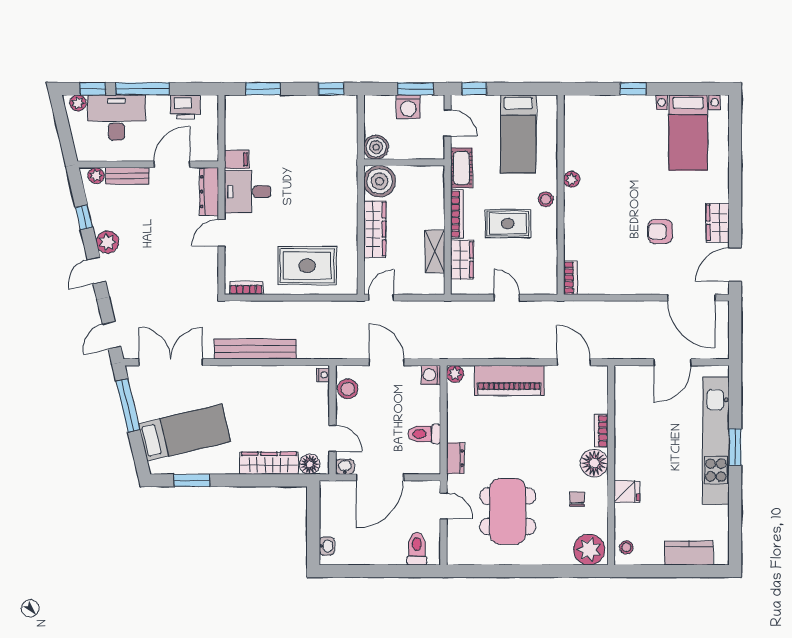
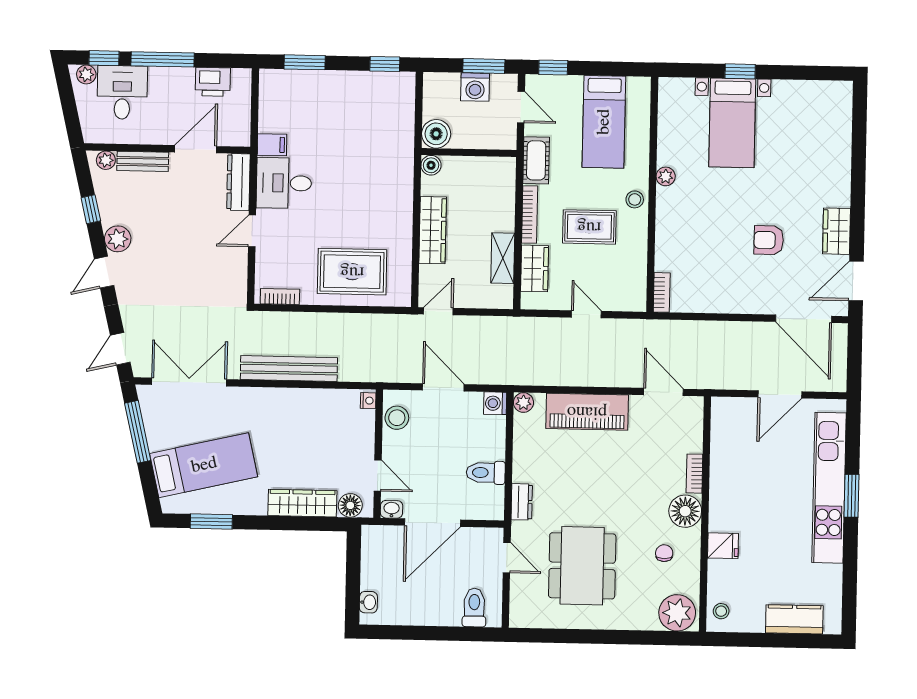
desk: (117, 118) -> (122, 92), width x0.73
bed with nightstands: (688, 133) -> (732, 123), moved
boiler: (380, 181) -> (431, 165), width x0.54, depth x0.54

